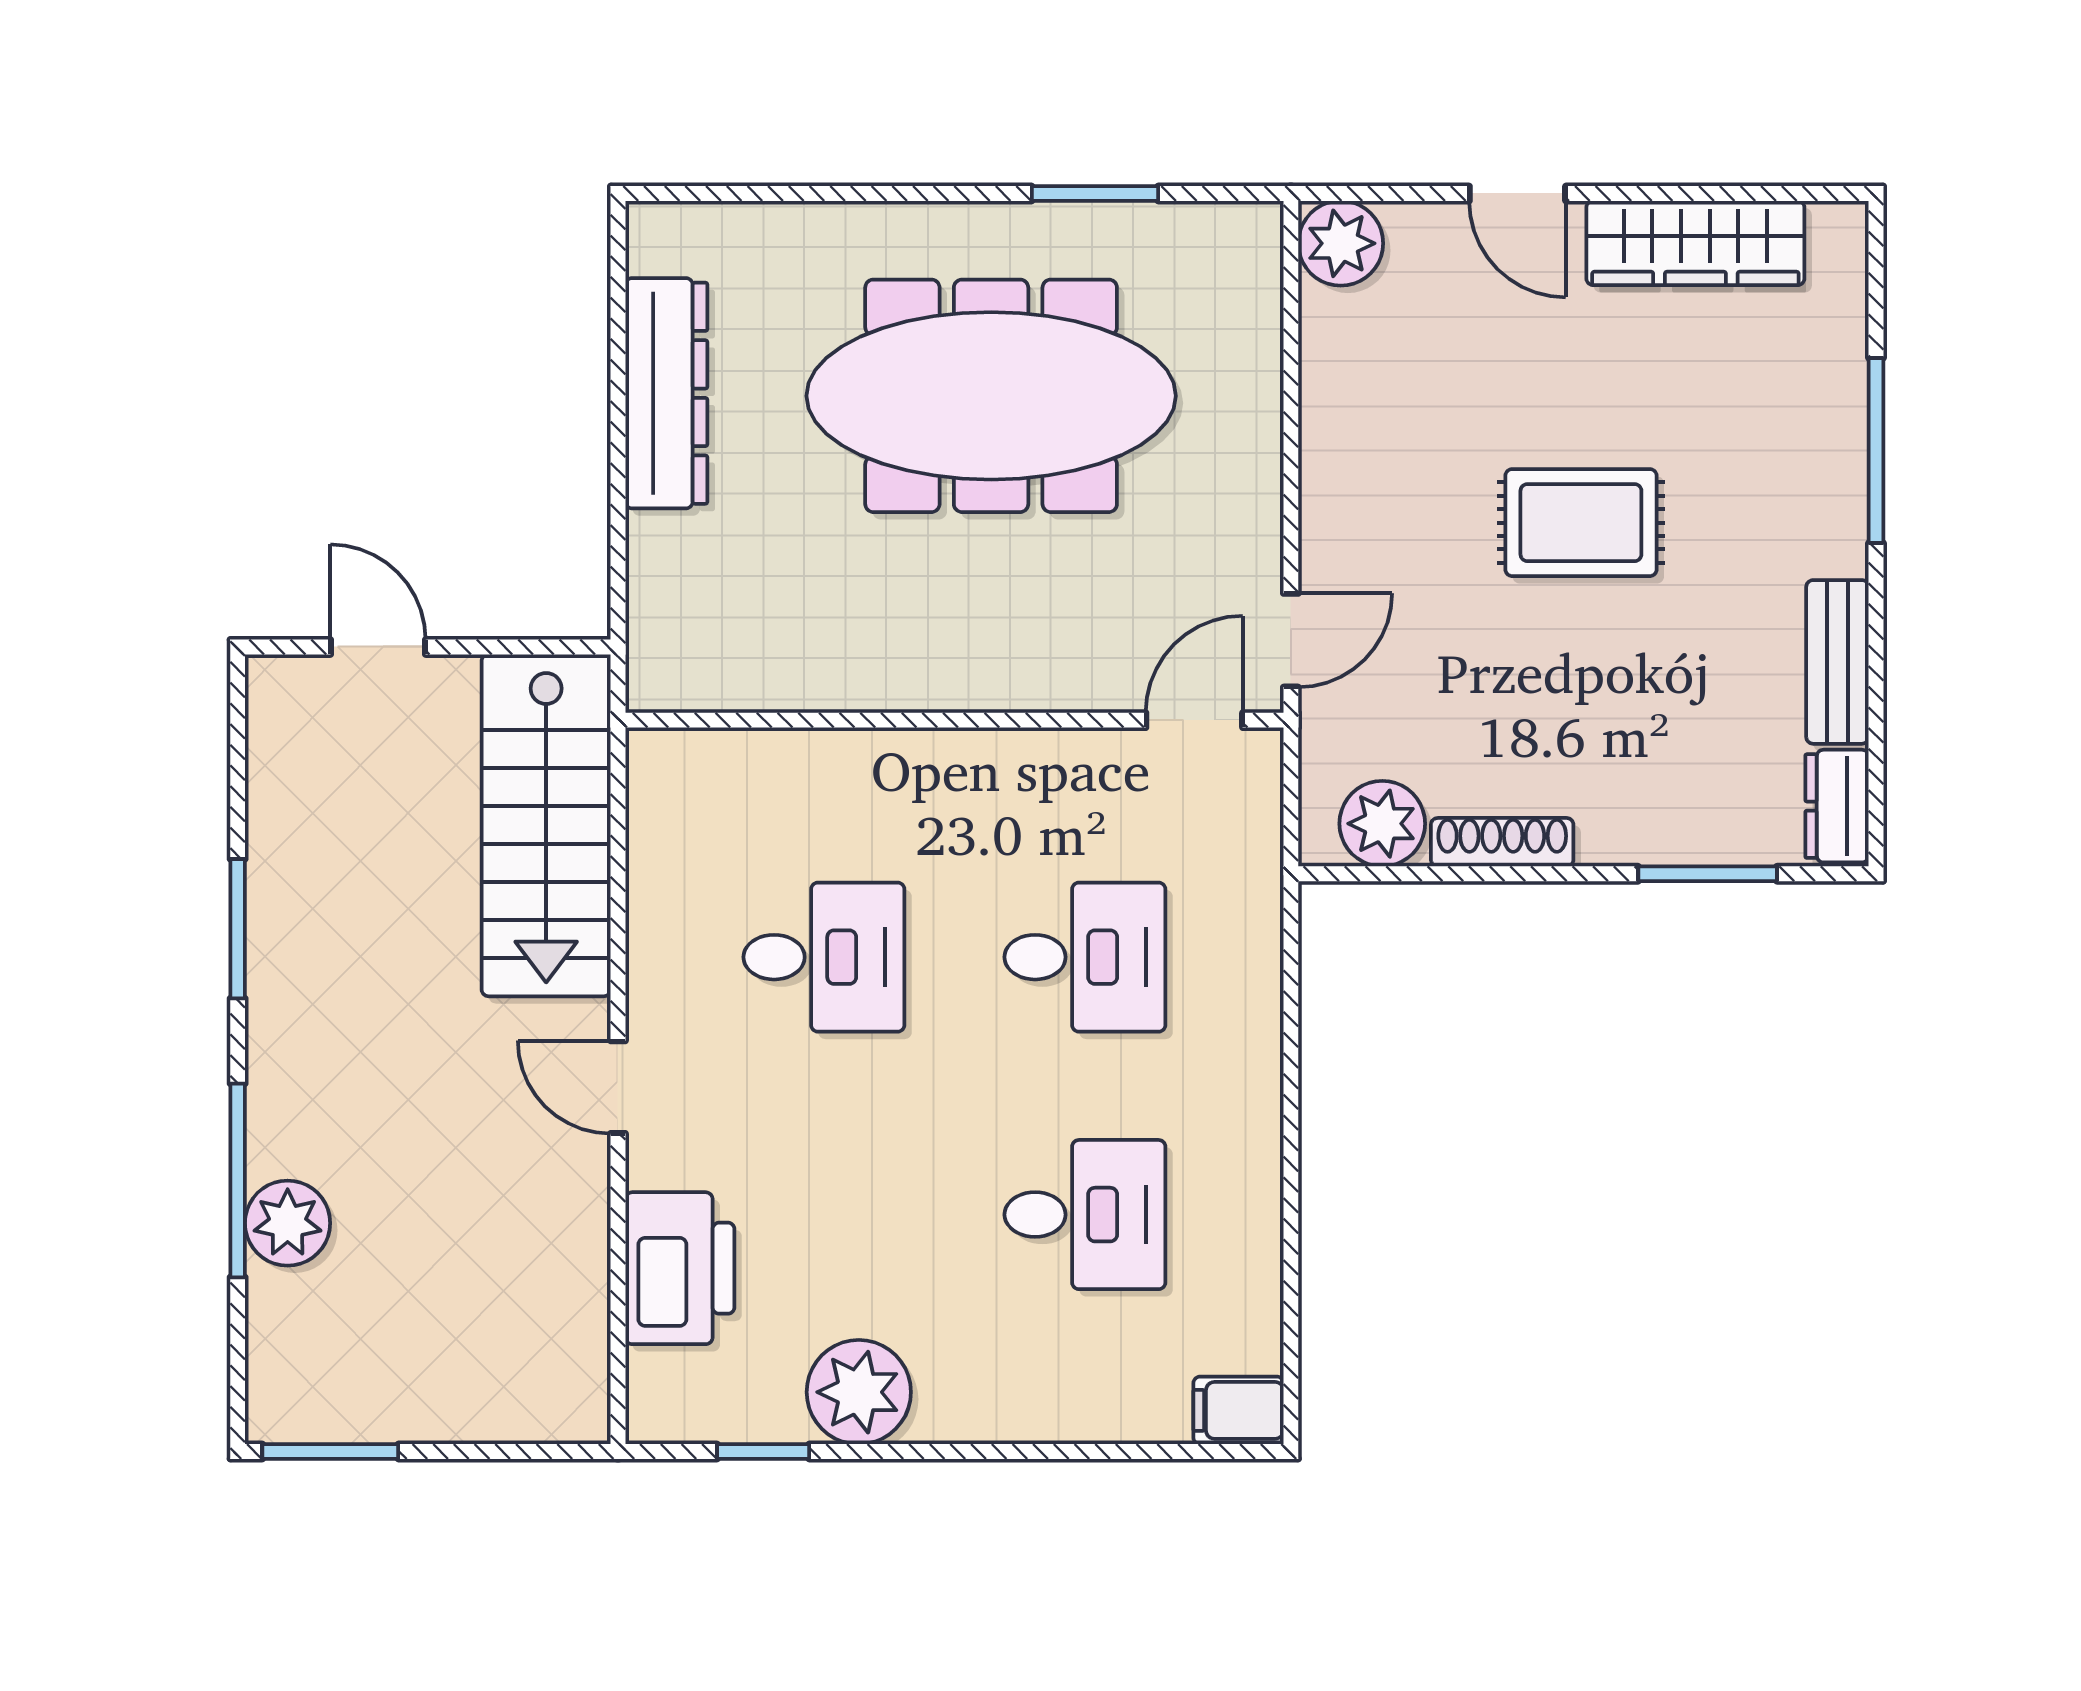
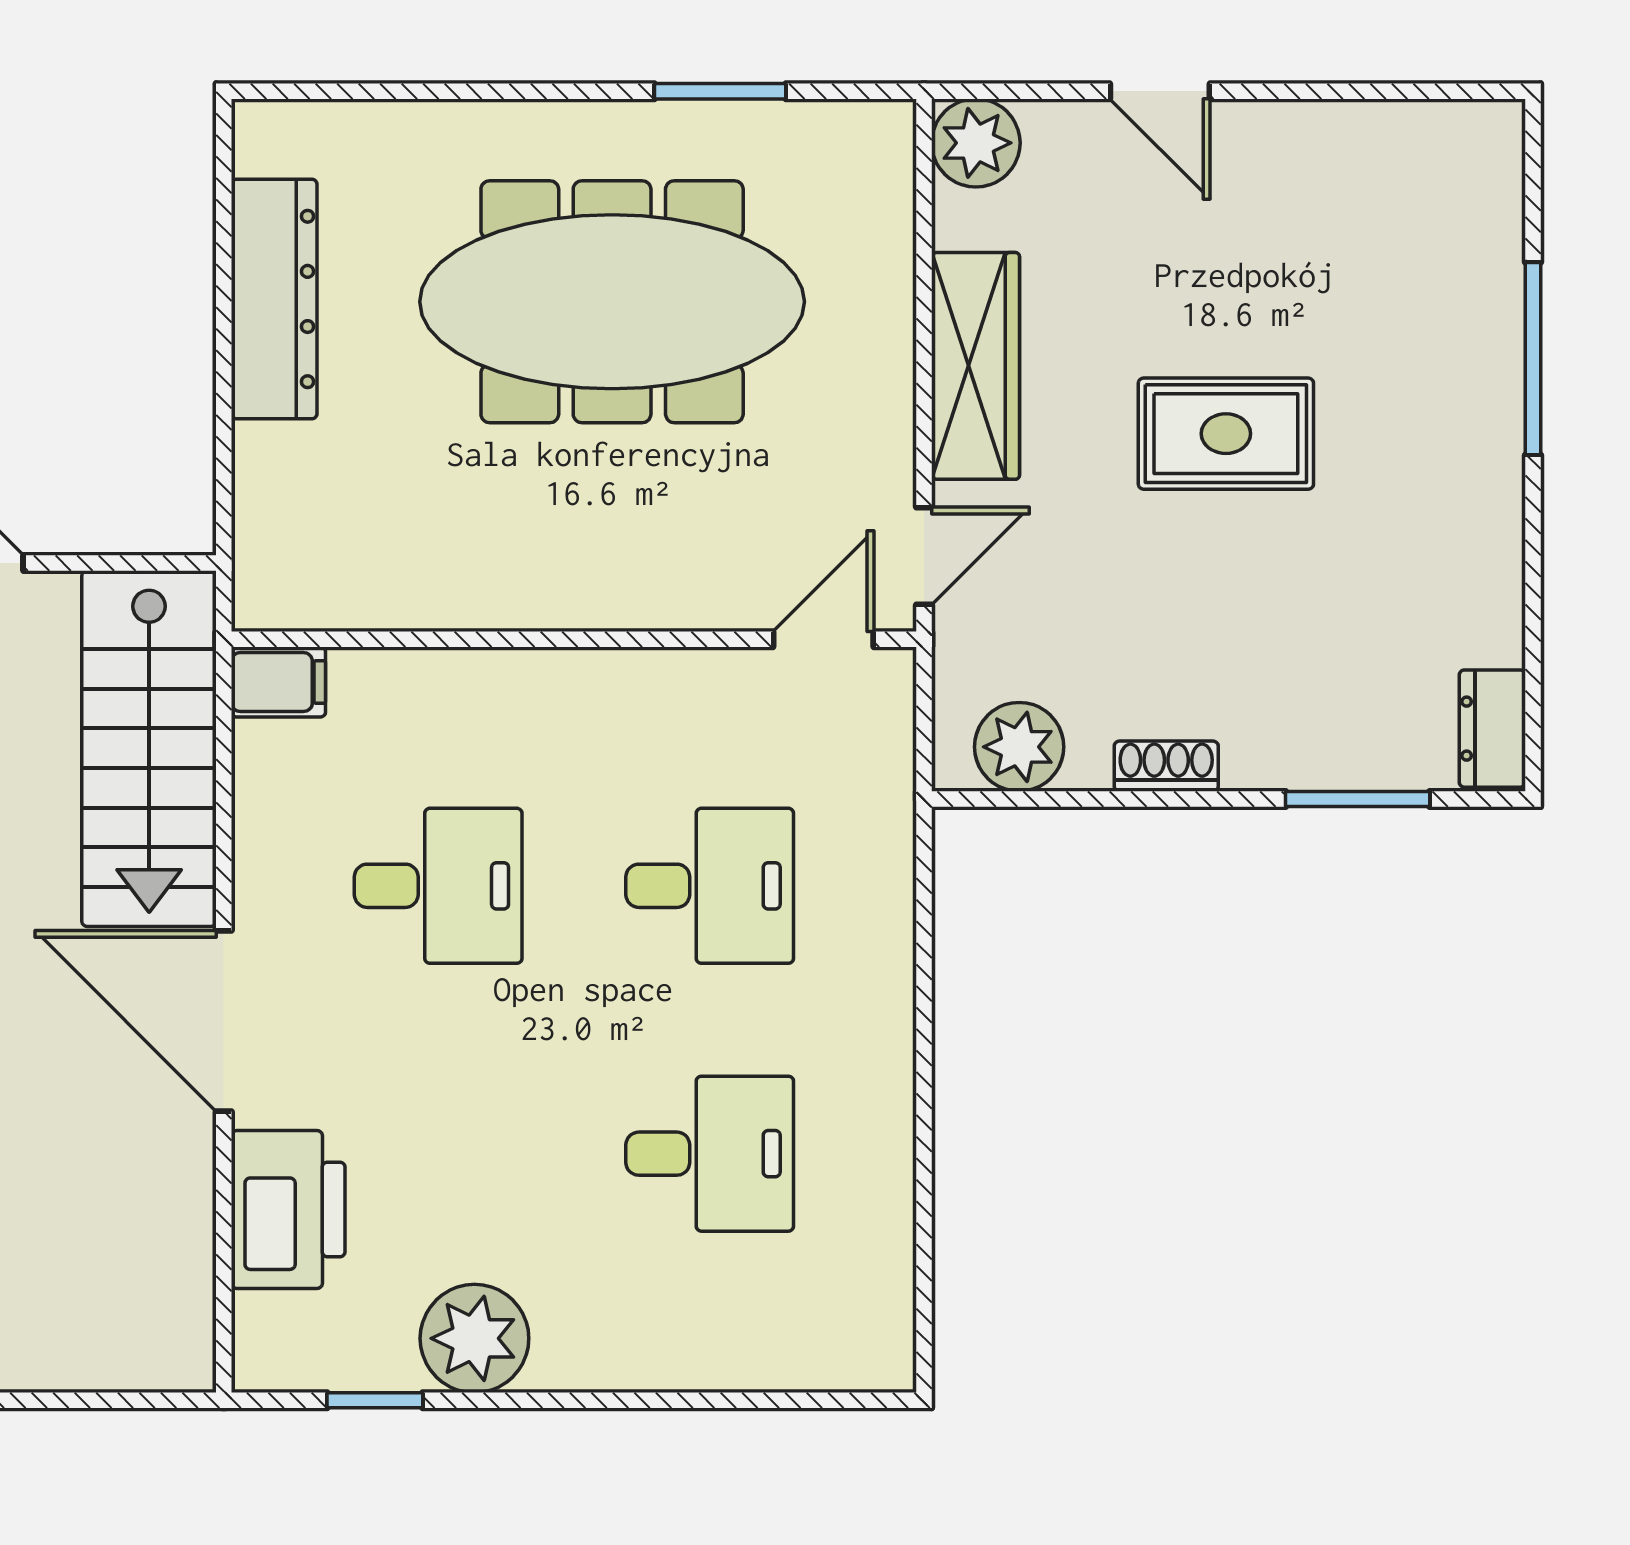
wardrobe: (1695, 243) -> (976, 366), moved, turned -90
bench: (1837, 662) -> (1493, 579), removed
shoe rack: (1502, 842) -> (1166, 766), width x0.70
door: (618, 1087) -> (224, 1021), width x1.87
filing cabinet: (1238, 1410) -> (278, 682), moved, turned 180

